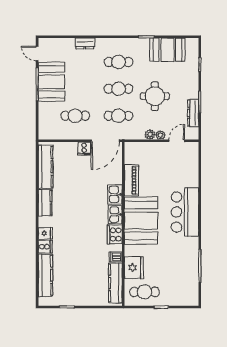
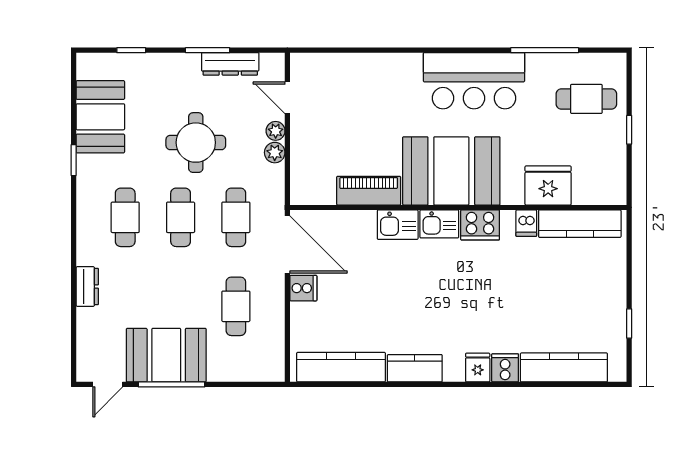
bar counter: (185, 212) -> (474, 81), moved
cafe table: (144, 292) -> (586, 99), moved, turned 90

